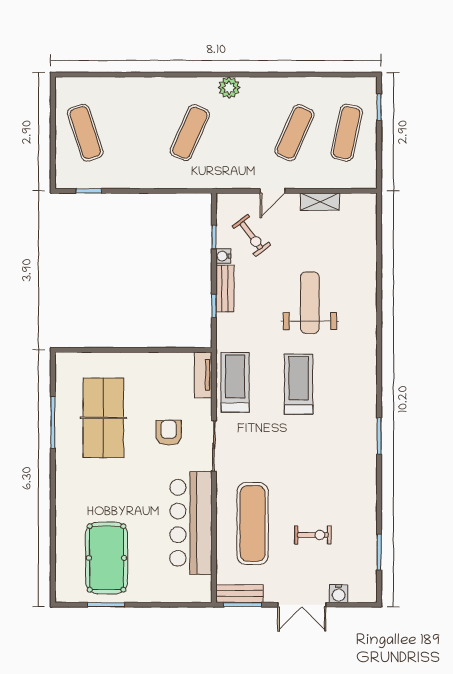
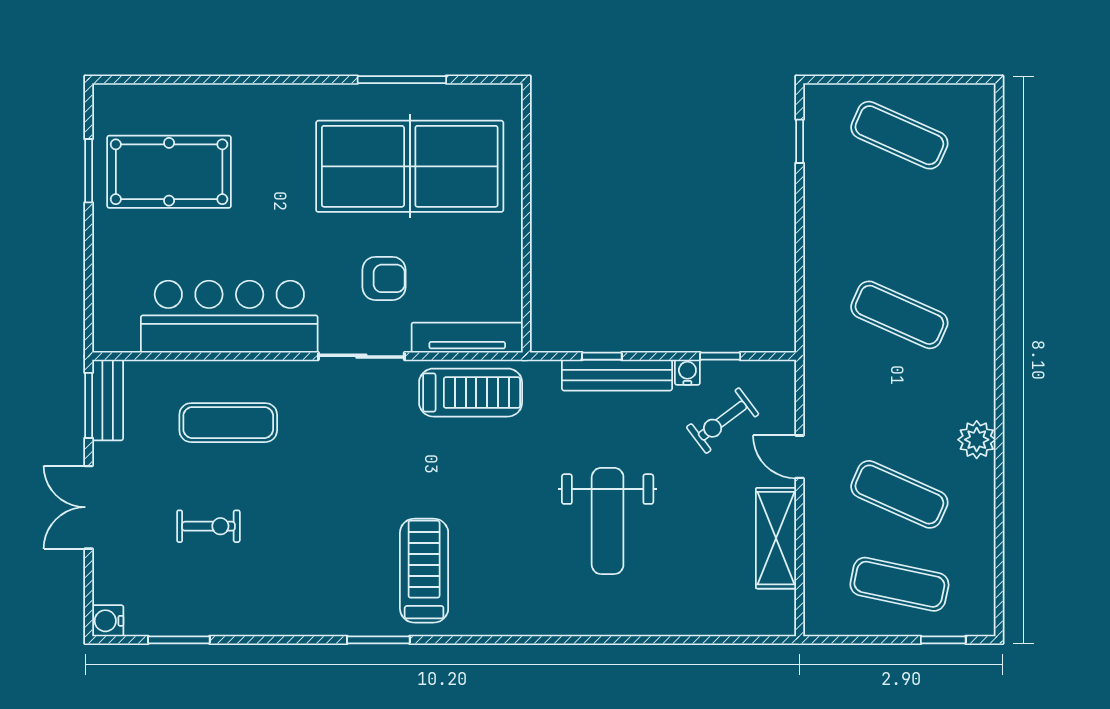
plant: (229, 88) -> (977, 440), moved
exercise mat: (85, 133) -> (899, 135), turned 42
shelving: (320, 202) -> (776, 538), width x1.50, depth x1.33
bench: (225, 289) -> (617, 375), width x1.36
weight bench: (310, 303) -> (608, 521), turned 90
tv unit: (203, 375) -> (467, 338), width x1.41
treadmill: (299, 384) -> (424, 571), moved, turned -90
table tennis table: (103, 418) -> (410, 166), width x1.36, depth x1.32
exercise mat: (253, 523) -> (228, 423), width x0.73, depth x0.69
exercise bike: (313, 535) -> (208, 526), turned -90
water cooler: (339, 594) -> (108, 621), moved

